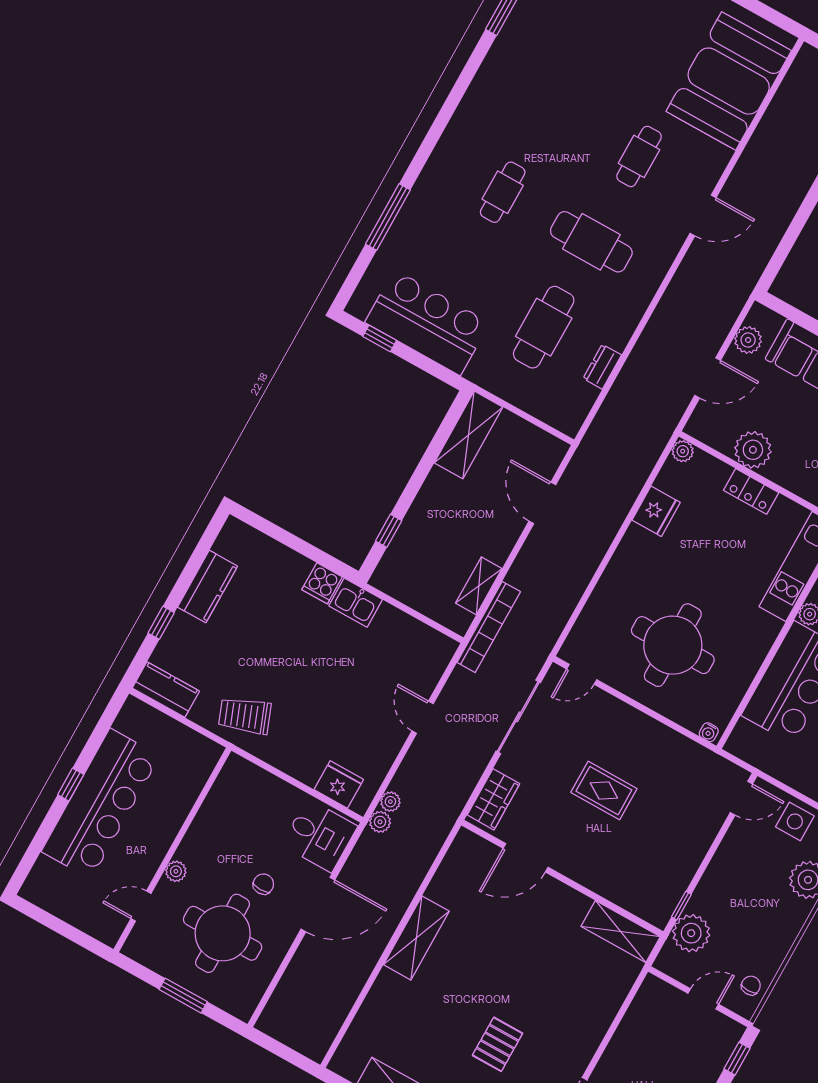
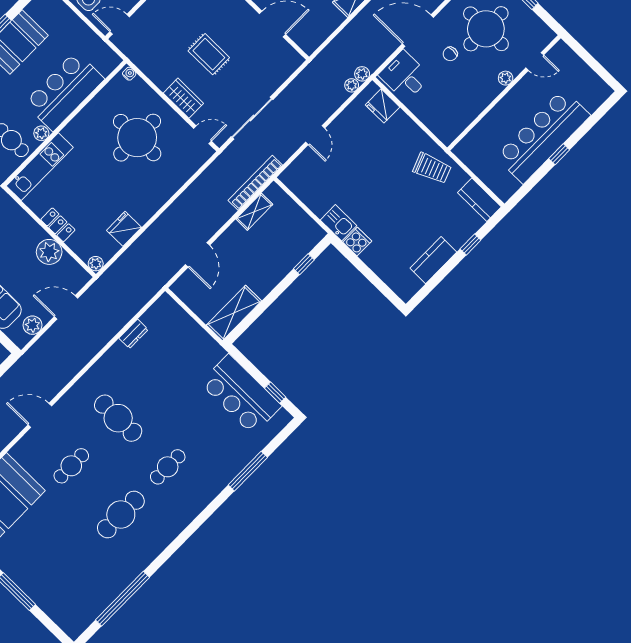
cafe table: (544, 327) -> (121, 515), moved
wardrobe: (493, 799) -> (183, 98), moved, turned 90

